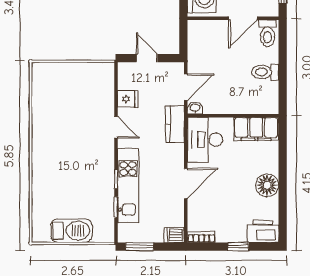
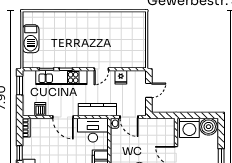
kitchen counter: (175, 124) -> (97, 110), width x1.50
dishwasher: (174, 235) -> (40, 109), moved

